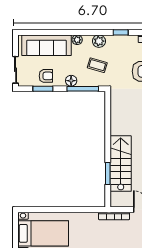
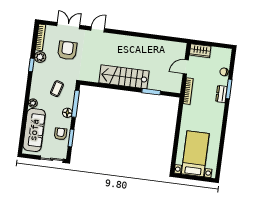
plant: (99, 41) -> (40, 57), moved
stairs: (121, 164) -> (124, 77), moved

